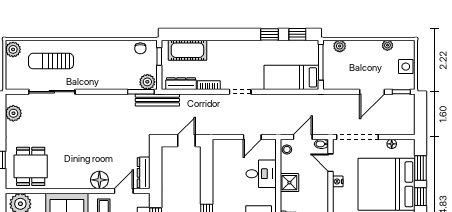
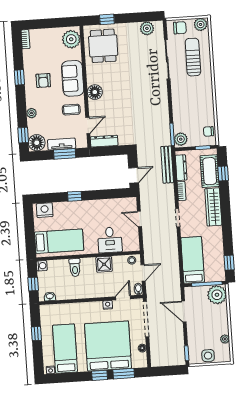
window: (270, 34) -> (223, 173), moved
plant: (340, 46) -> (217, 295), width x1.87, depth x1.87
wardrobe: (230, 49) -> (213, 207), added
chair: (15, 74) -> (180, 28), added
door: (372, 92) -> (184, 312), moved
bench: (157, 100) -> (167, 165), moved
door: (252, 137) -> (139, 219), moved
door: (303, 137) -> (143, 273), hinge flipped
door: (186, 141) -> (134, 175), hinge flipped
dining table: (31, 166) -> (103, 46), turned 90
floor lamp: (99, 180) -> (95, 92), moved
door: (124, 191) -> (88, 125), hinge flipped

